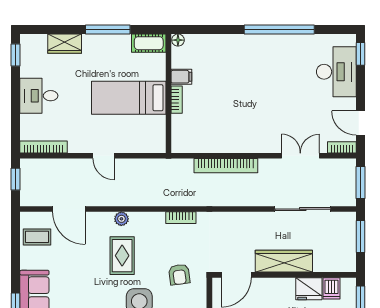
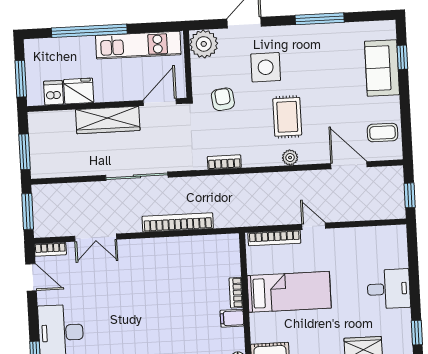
bookcase: (44, 147) -> (274, 238), moved
sliding door: (303, 209) -> (137, 176), moved

